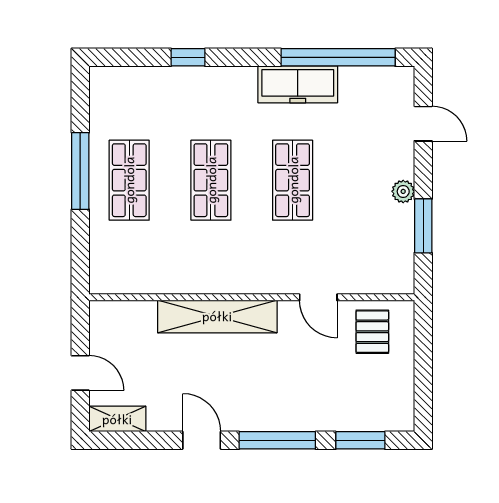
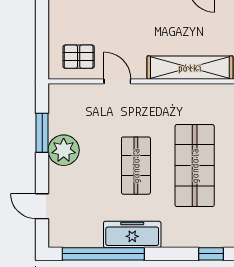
shop shelf: (211, 180) -> (195, 166), width x1.43, depth x1.36
plant: (403, 191) -> (64, 150), width x1.88, depth x1.88
pallet: (372, 332) -> (79, 57), turned 90

